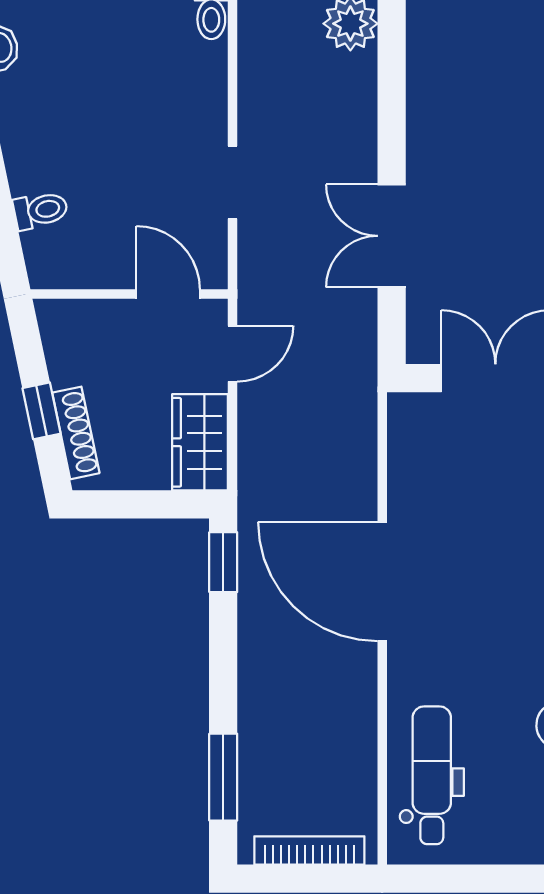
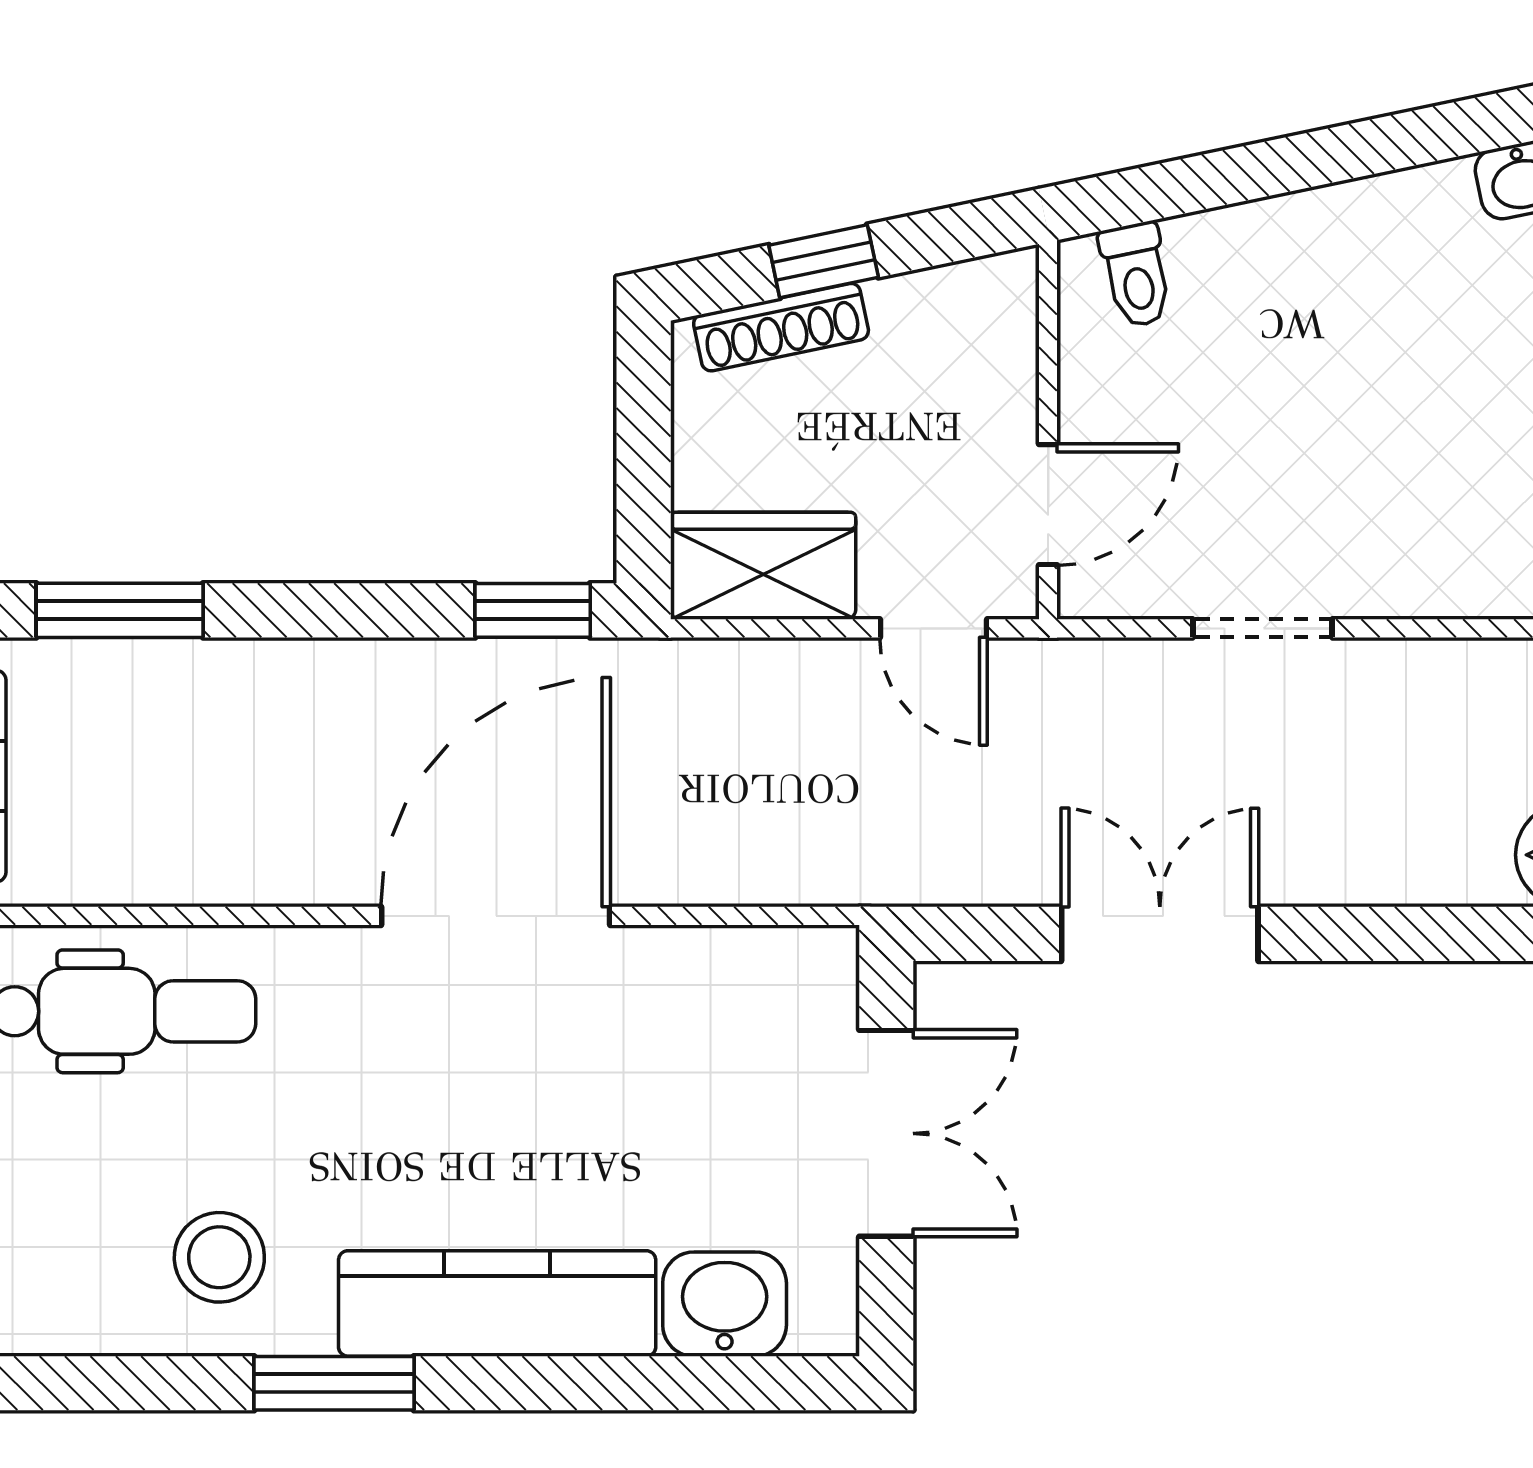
toilet: (41, 210) -> (1136, 275), moved

